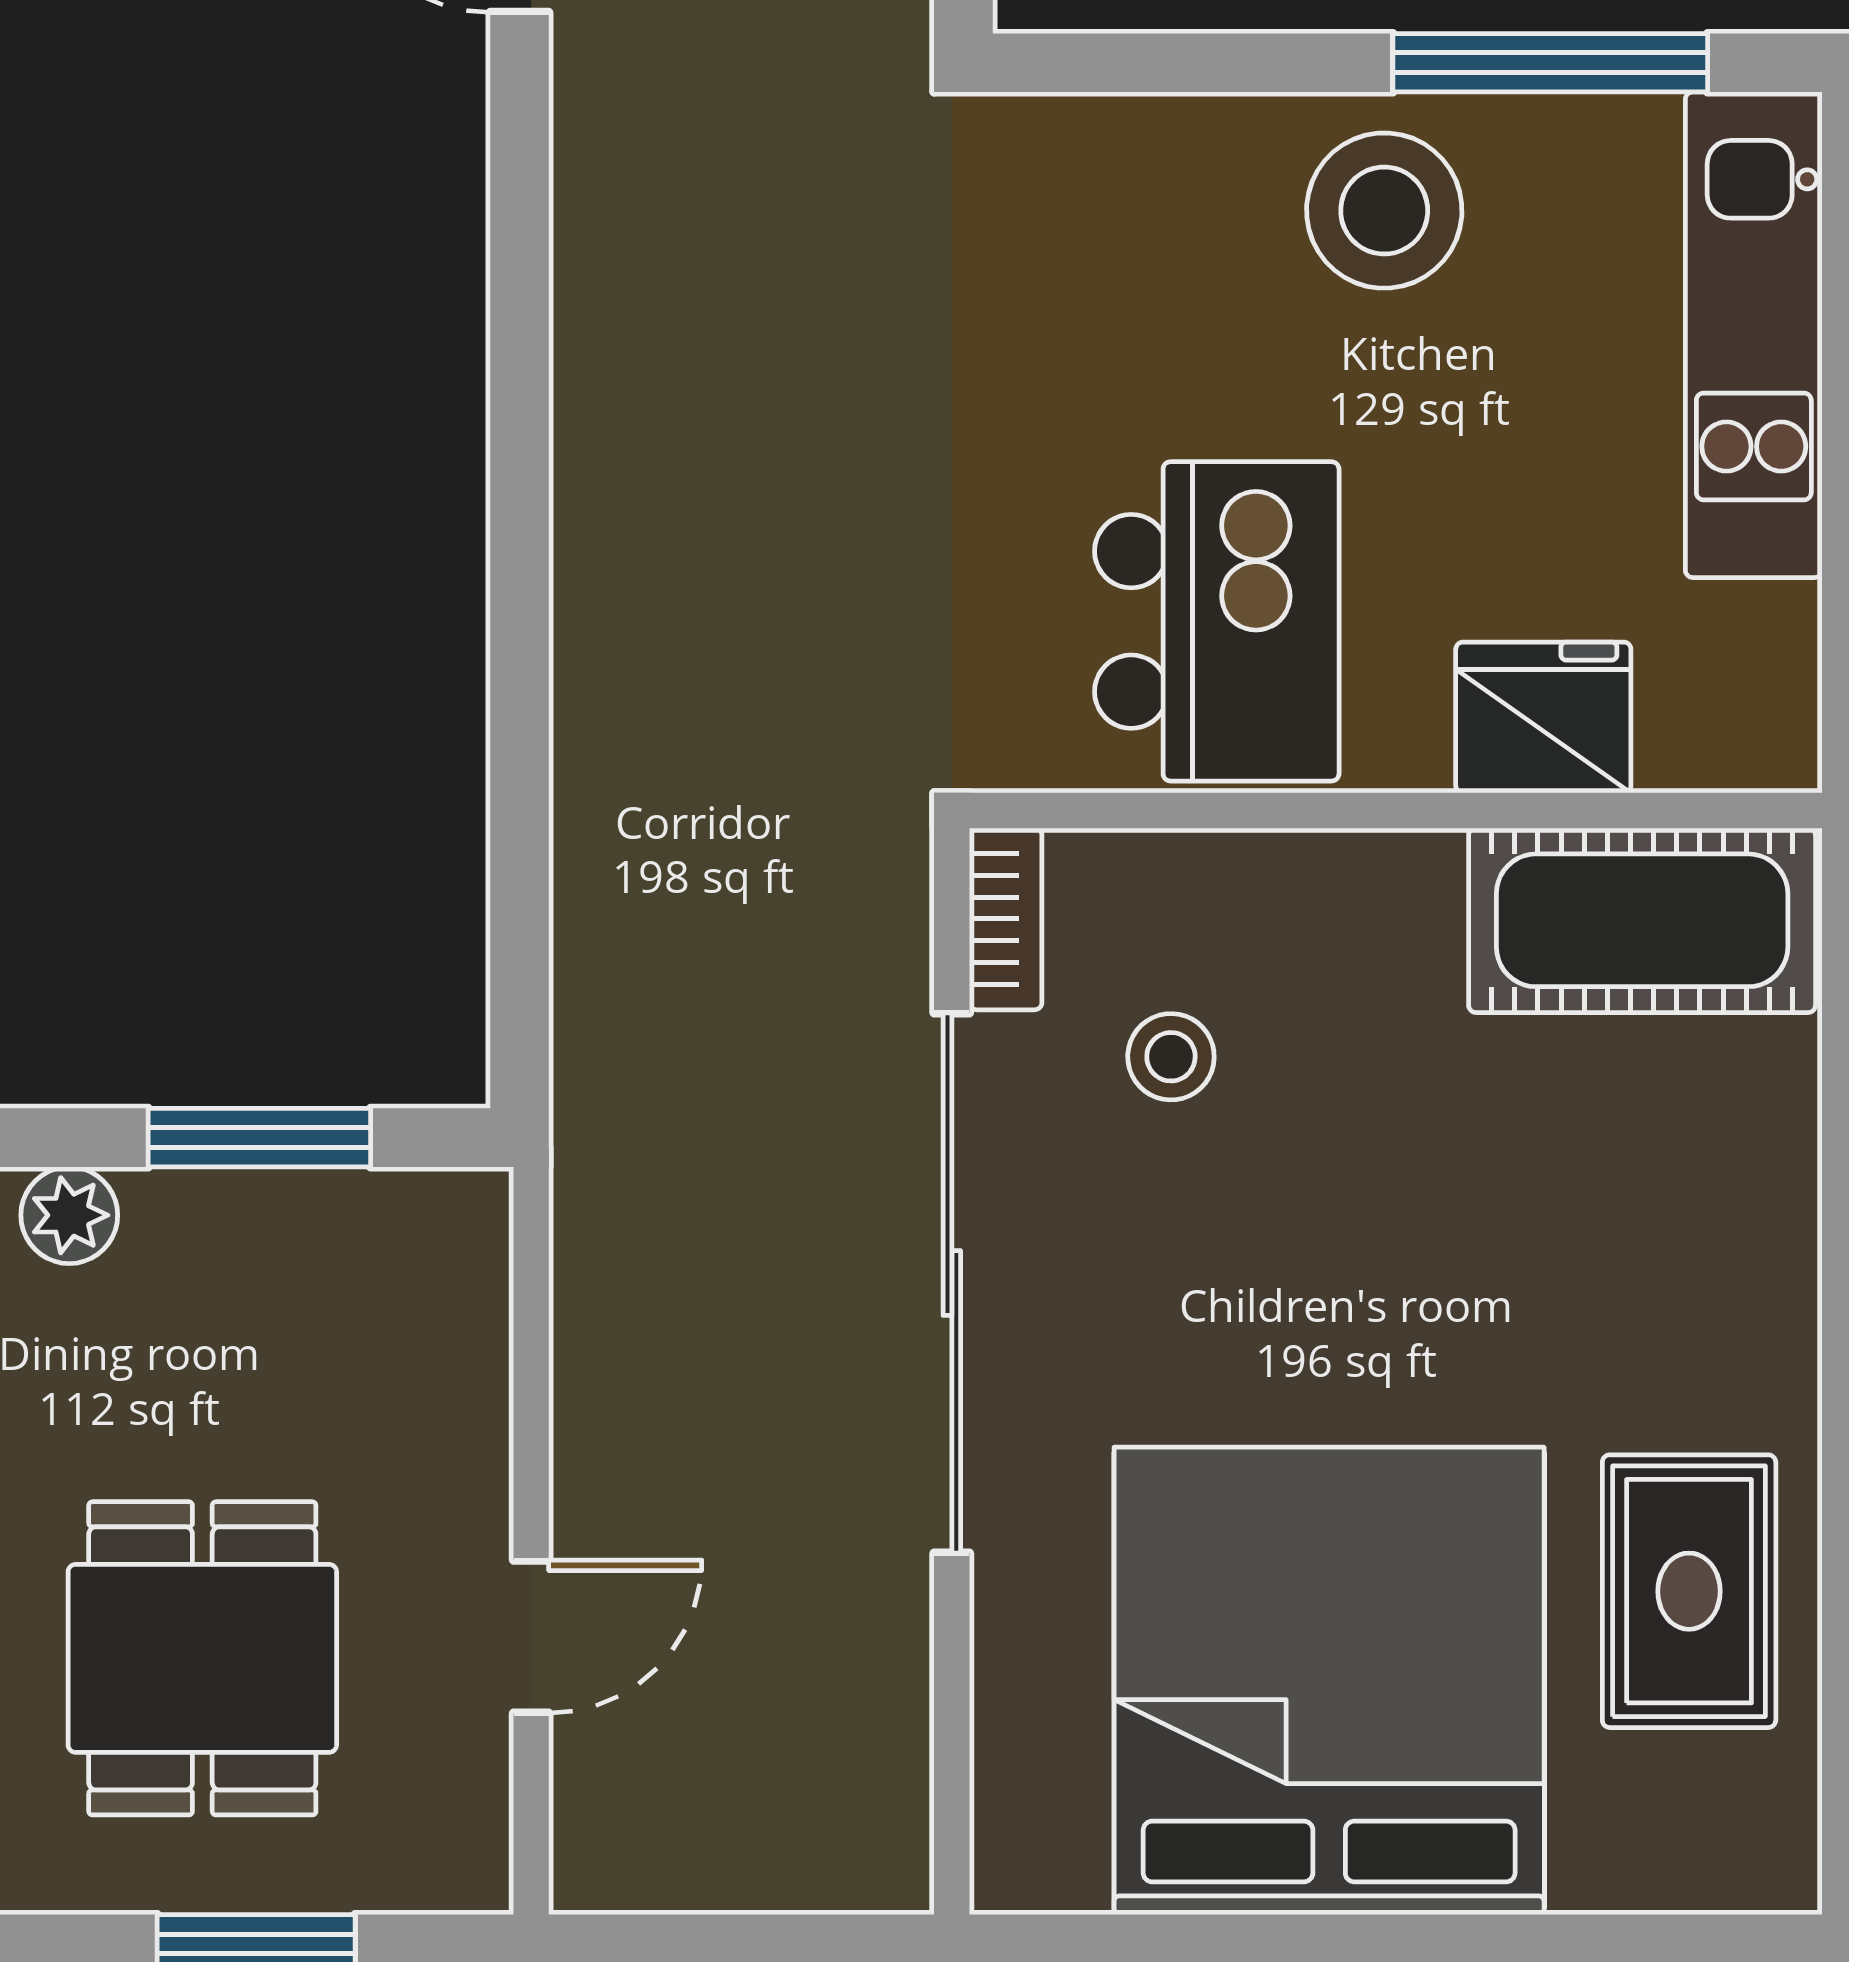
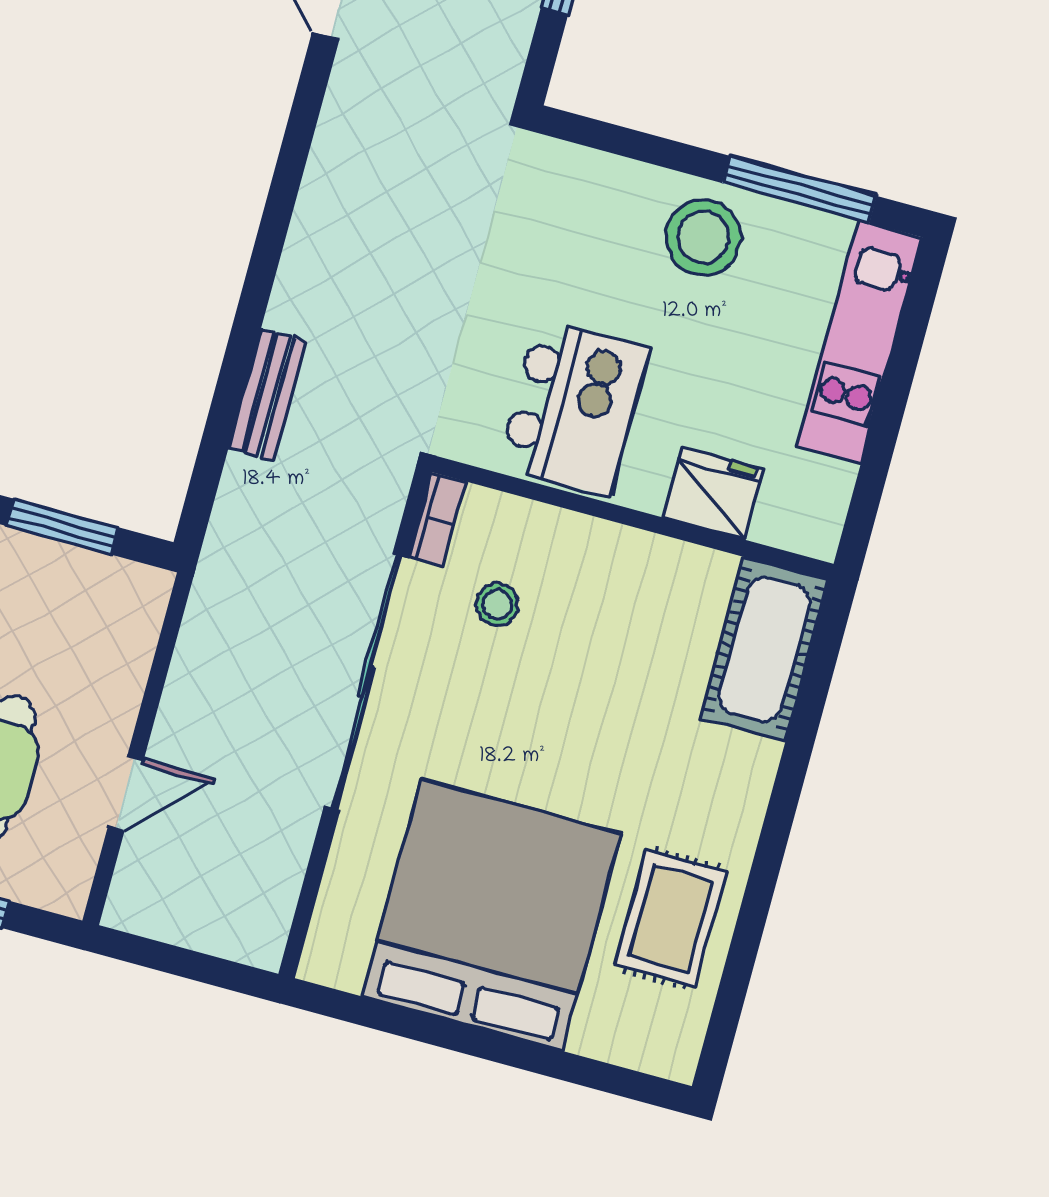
bench: (598, 762) -> (267, 395), added
cot: (1642, 920) -> (764, 649), moved, turned 90

